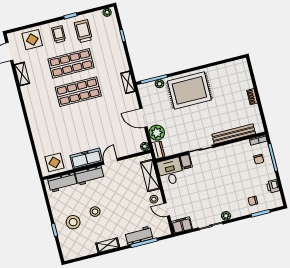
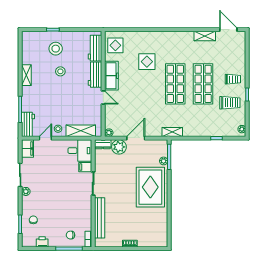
display table: (32, 40) -> (147, 62), moved
workbench: (139, 236) -> (28, 124), moved

